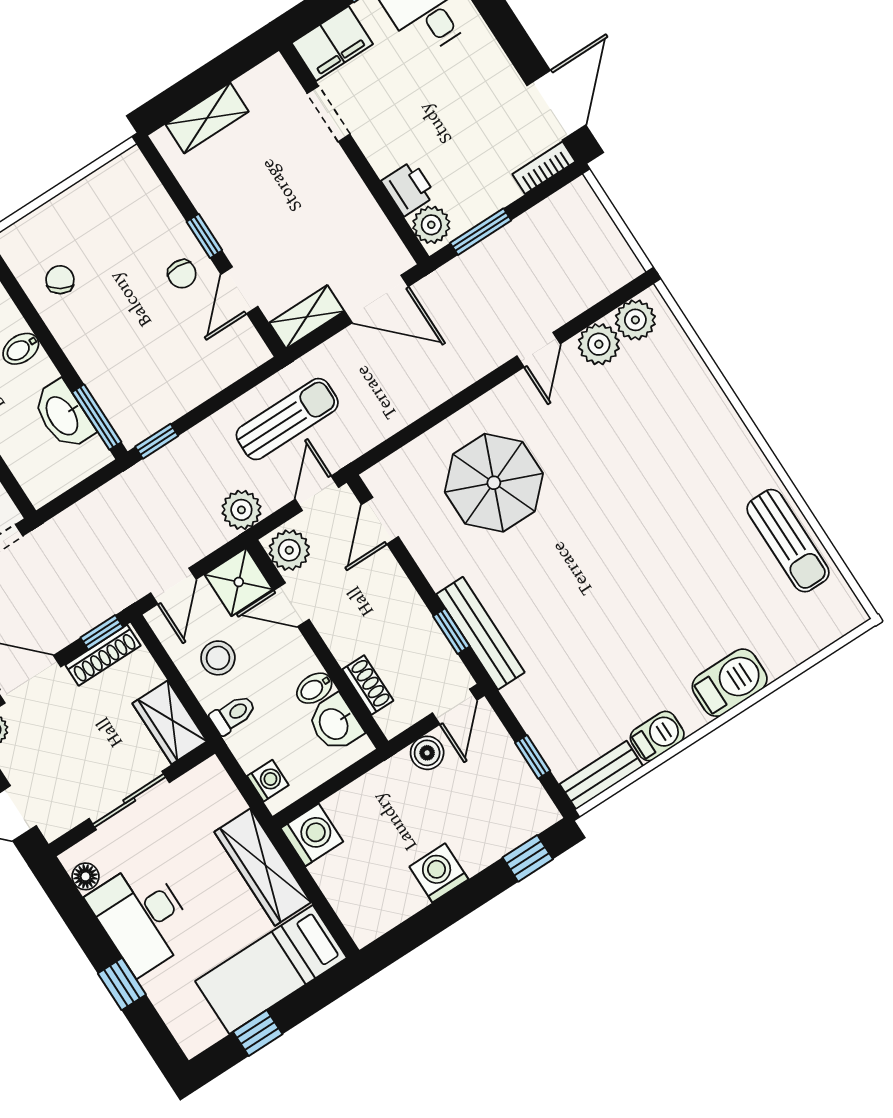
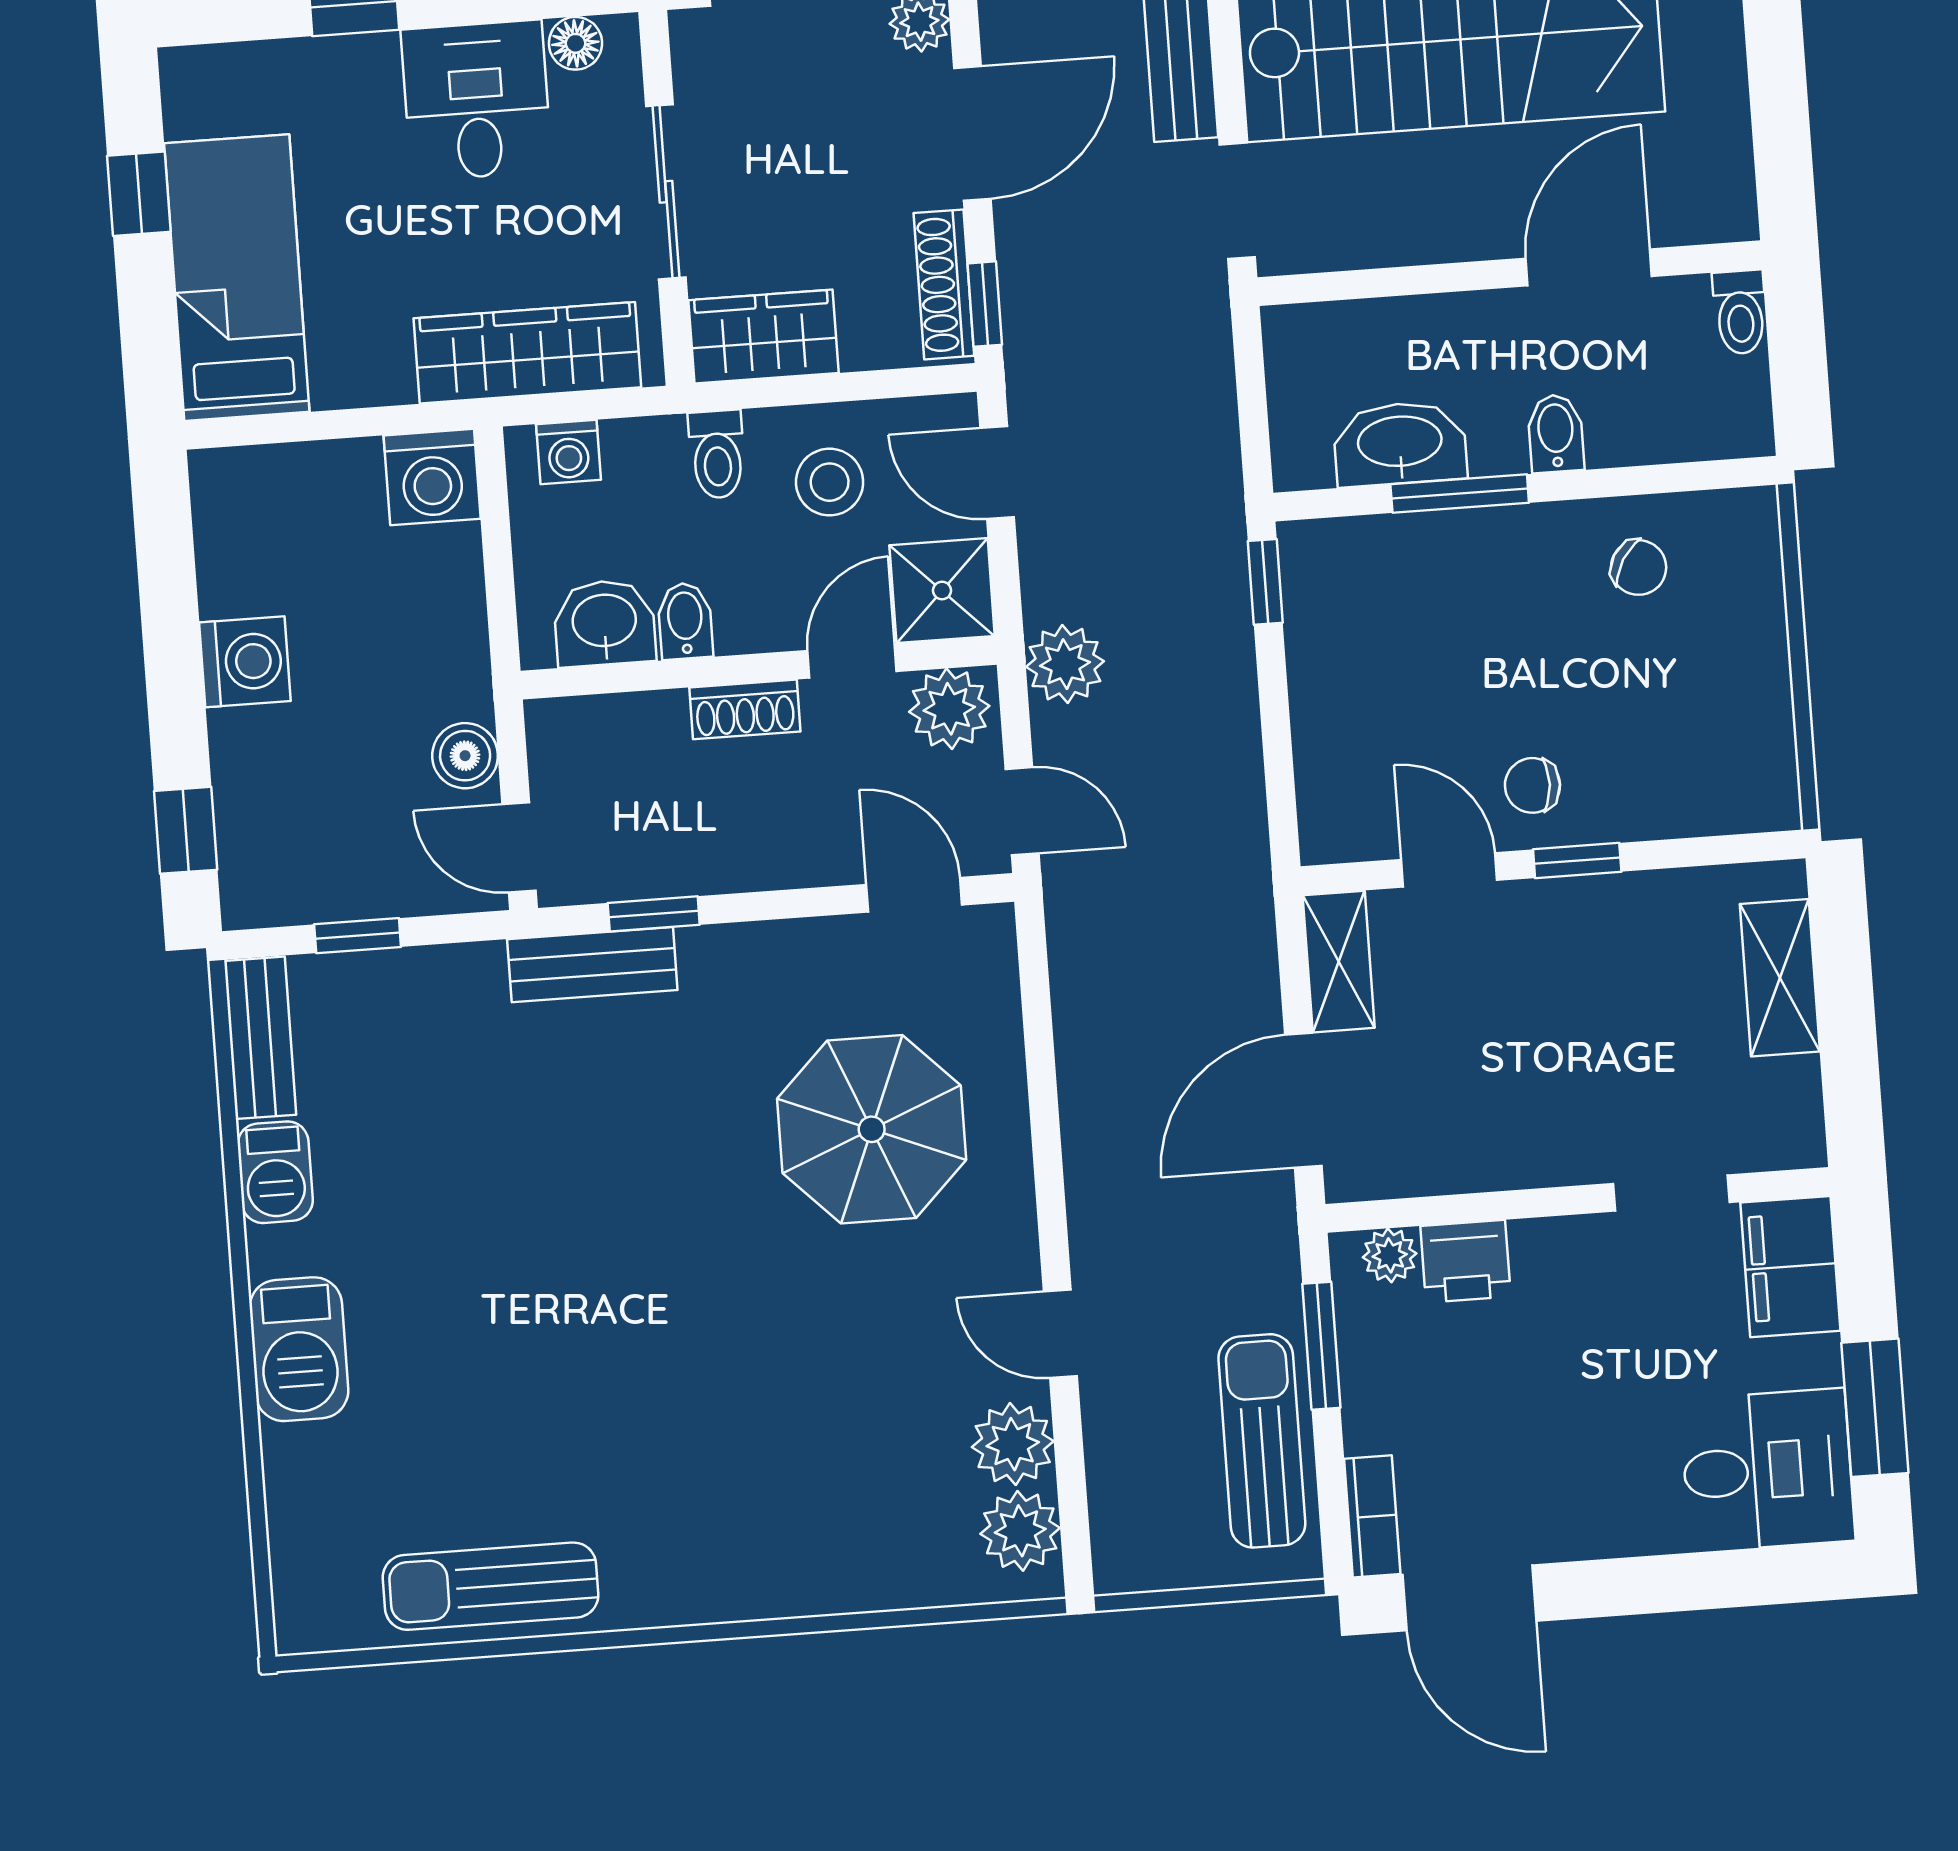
plant: (431, 225) -> (1390, 1255), width x0.73, depth x0.73
window: (97, 417) -> (1460, 494), moved
sun lounger: (287, 419) -> (1262, 1441), moved, turned 180
bench: (480, 633) -> (592, 965), width x0.73
shoe rack: (368, 685) -> (745, 709), moved
wardrobe: (263, 867) -> (527, 353), moved
desk: (142, 918) -> (476, 100), width x0.73

